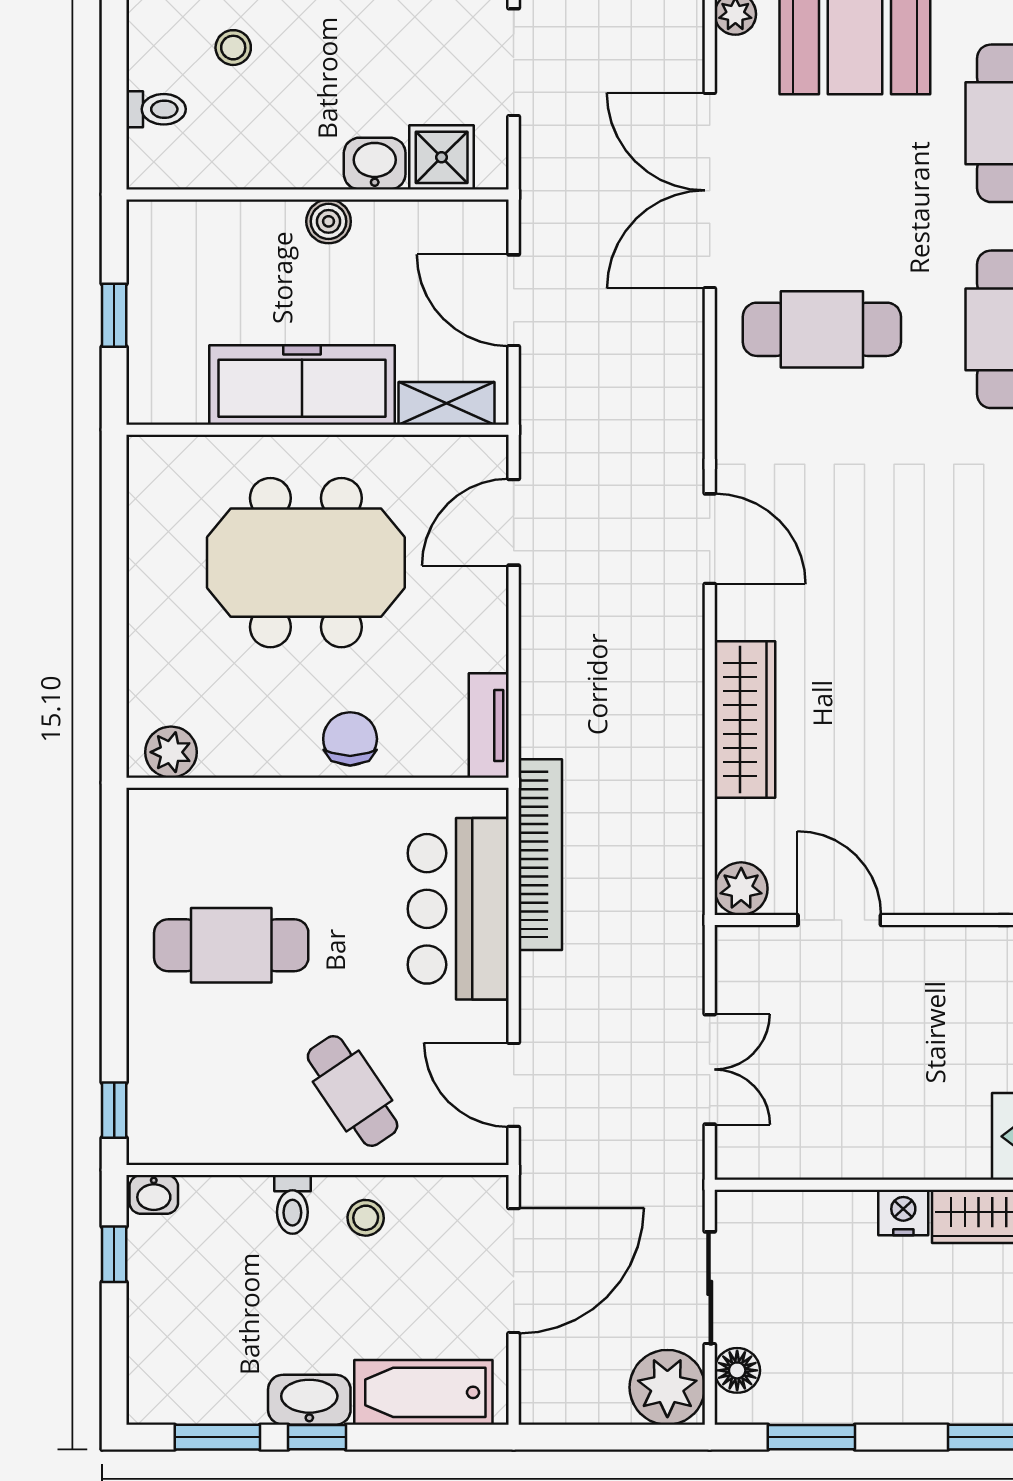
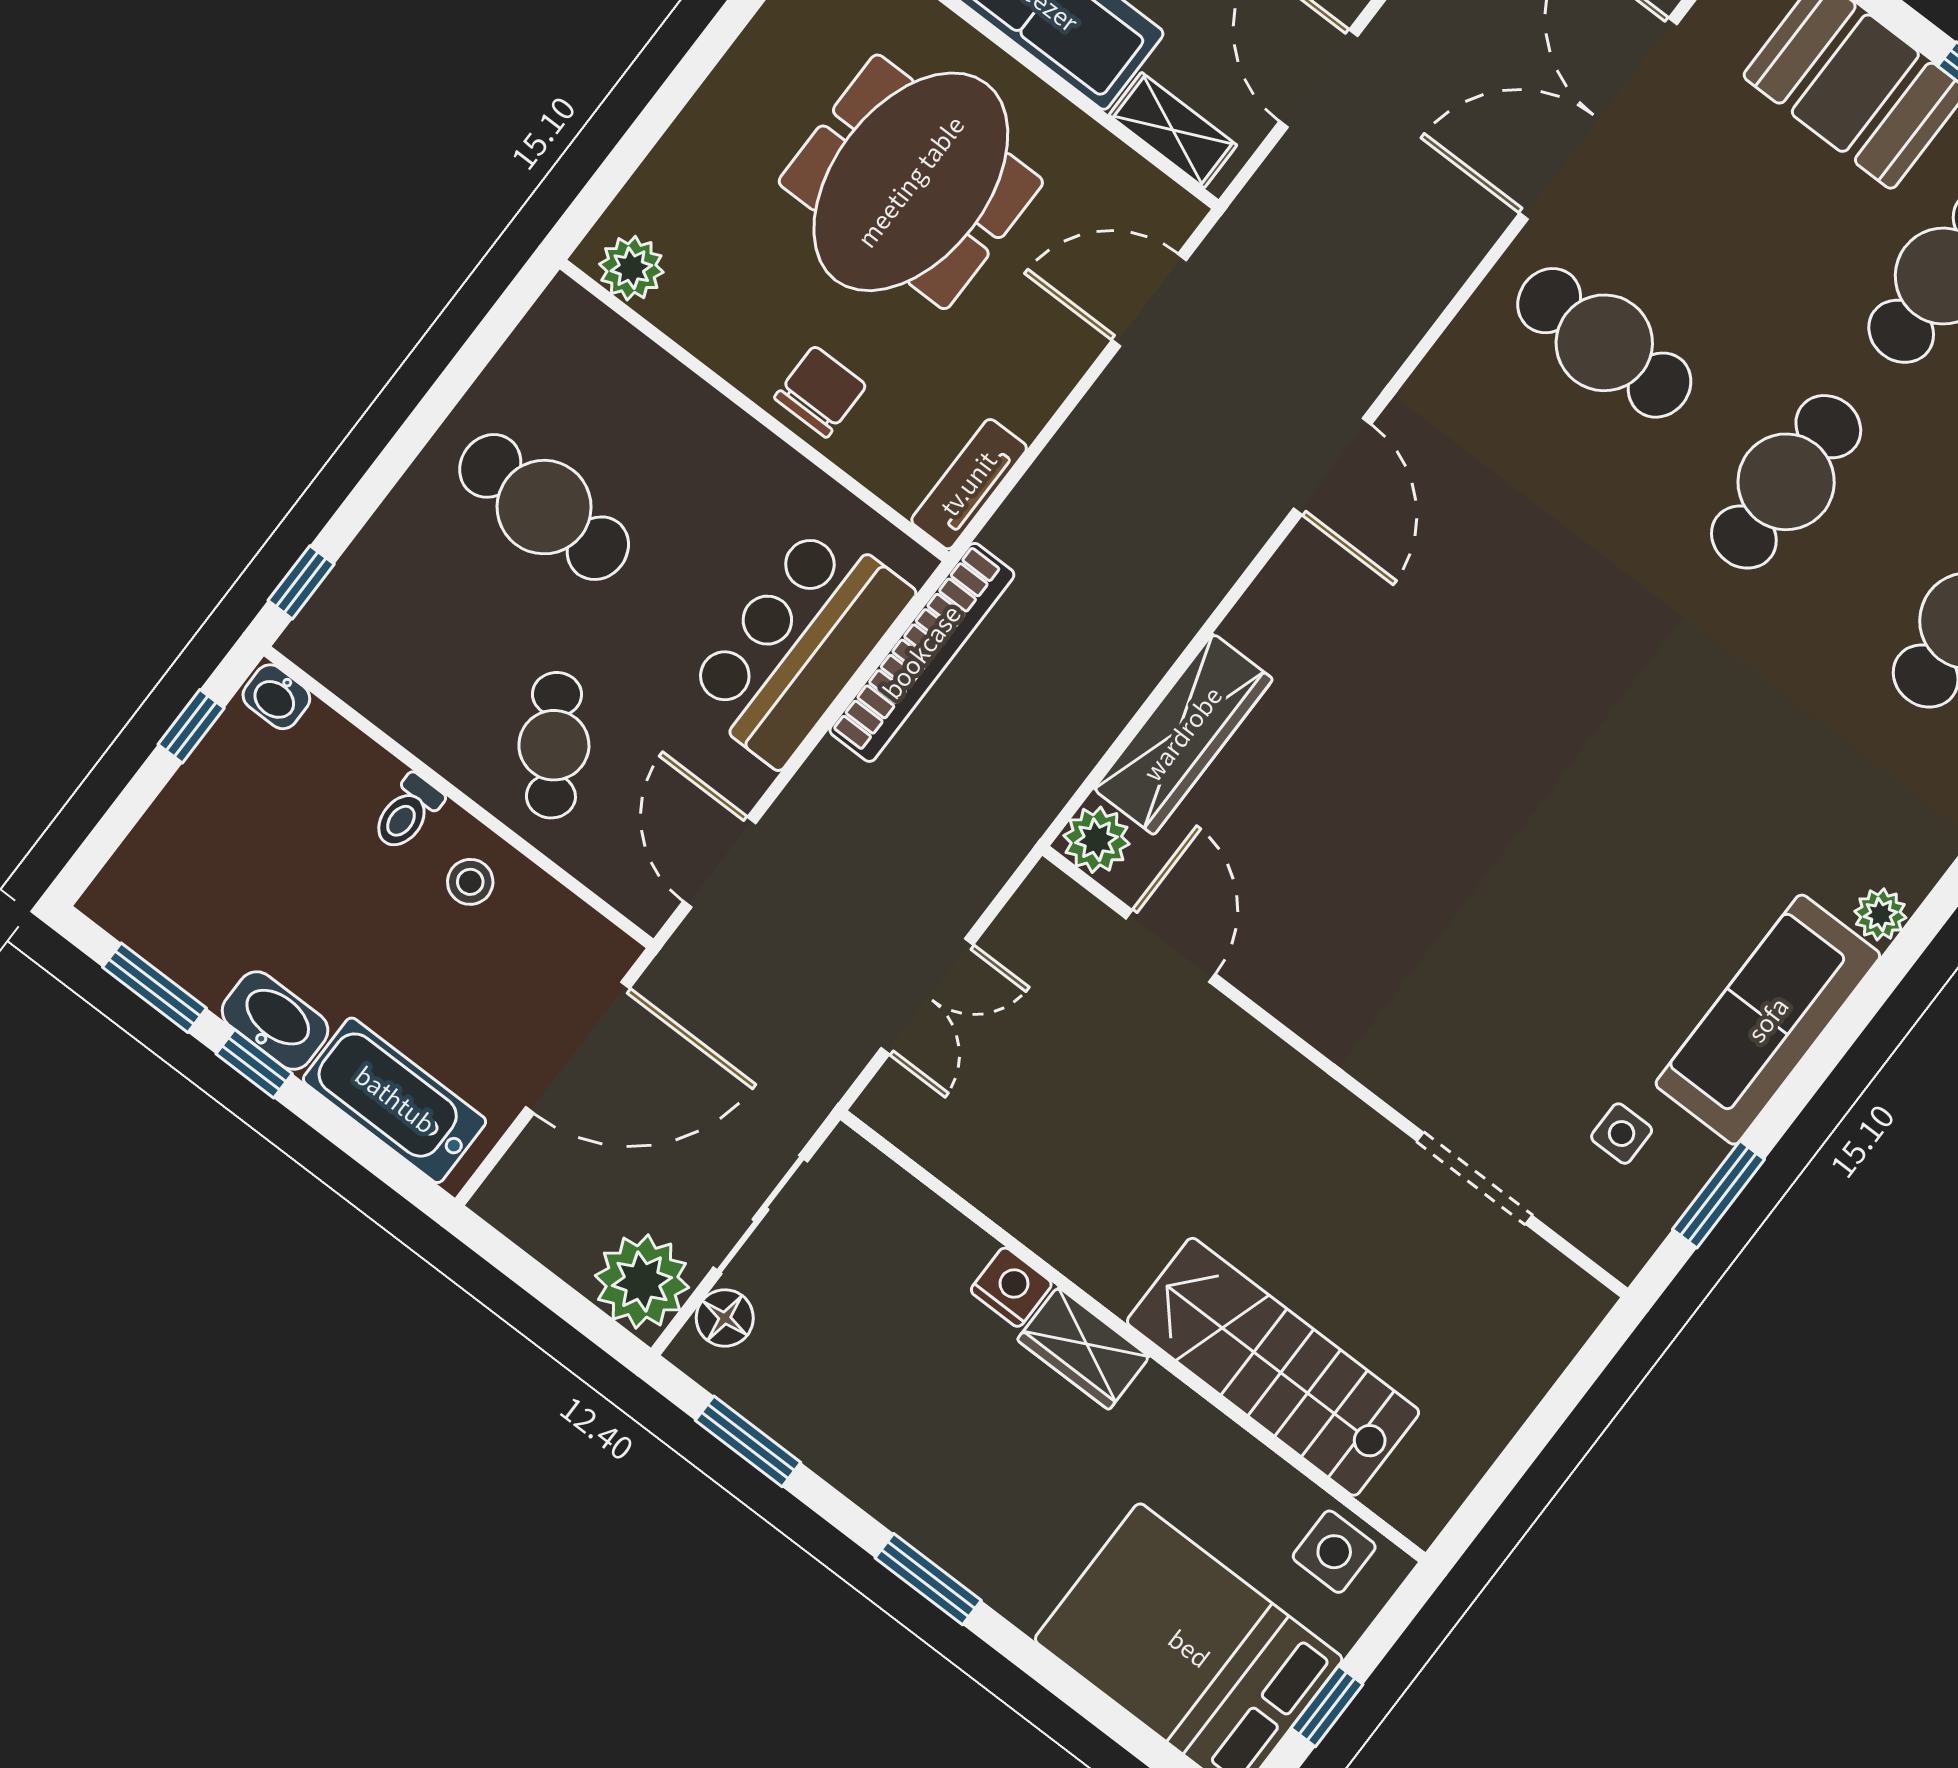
meeting table: (306, 563) -> (911, 182), turned 90
wardrobe: (745, 720) -> (1183, 734), moved

